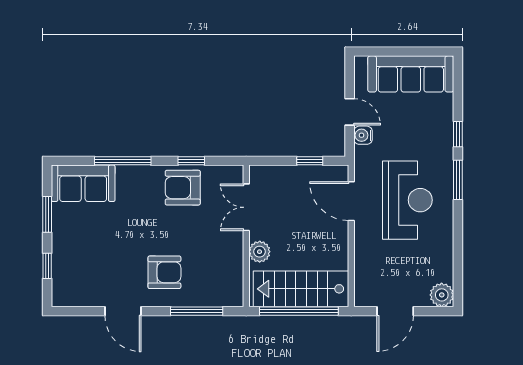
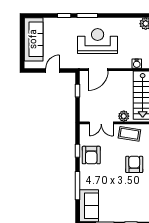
water cooler: (363, 135) -> (137, 64), moved
coffee table: (225, 263) -> (129, 134), added

